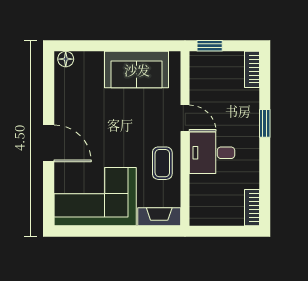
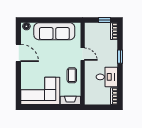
window: (210, 46) -> (105, 20), moved
sofa: (137, 70) -> (54, 31), width x1.36
door: (49, 143) -> (18, 53), moved
desk: (212, 153) -> (107, 77), moved, turned 180

